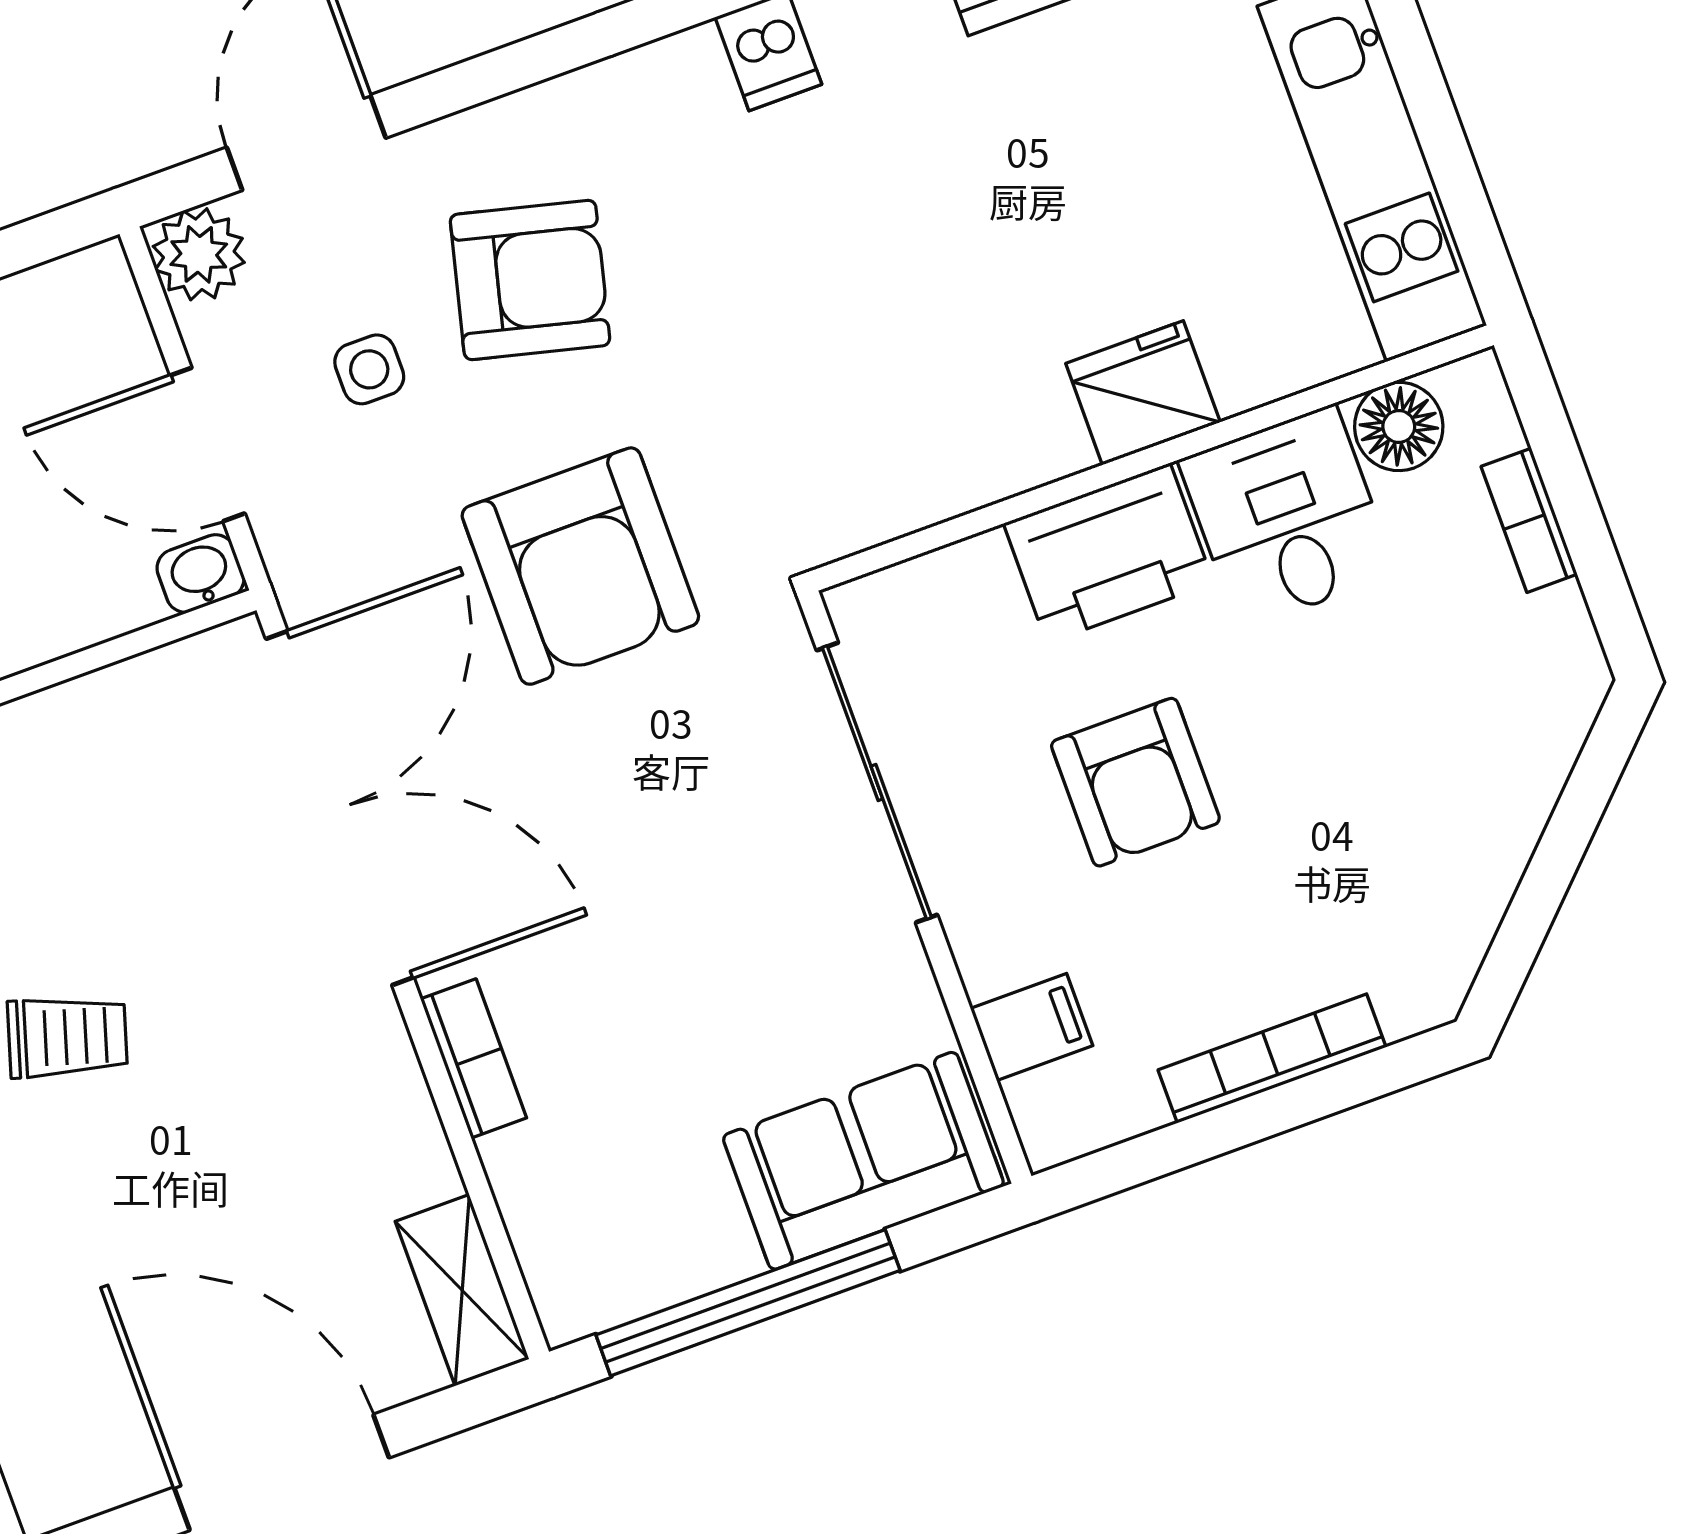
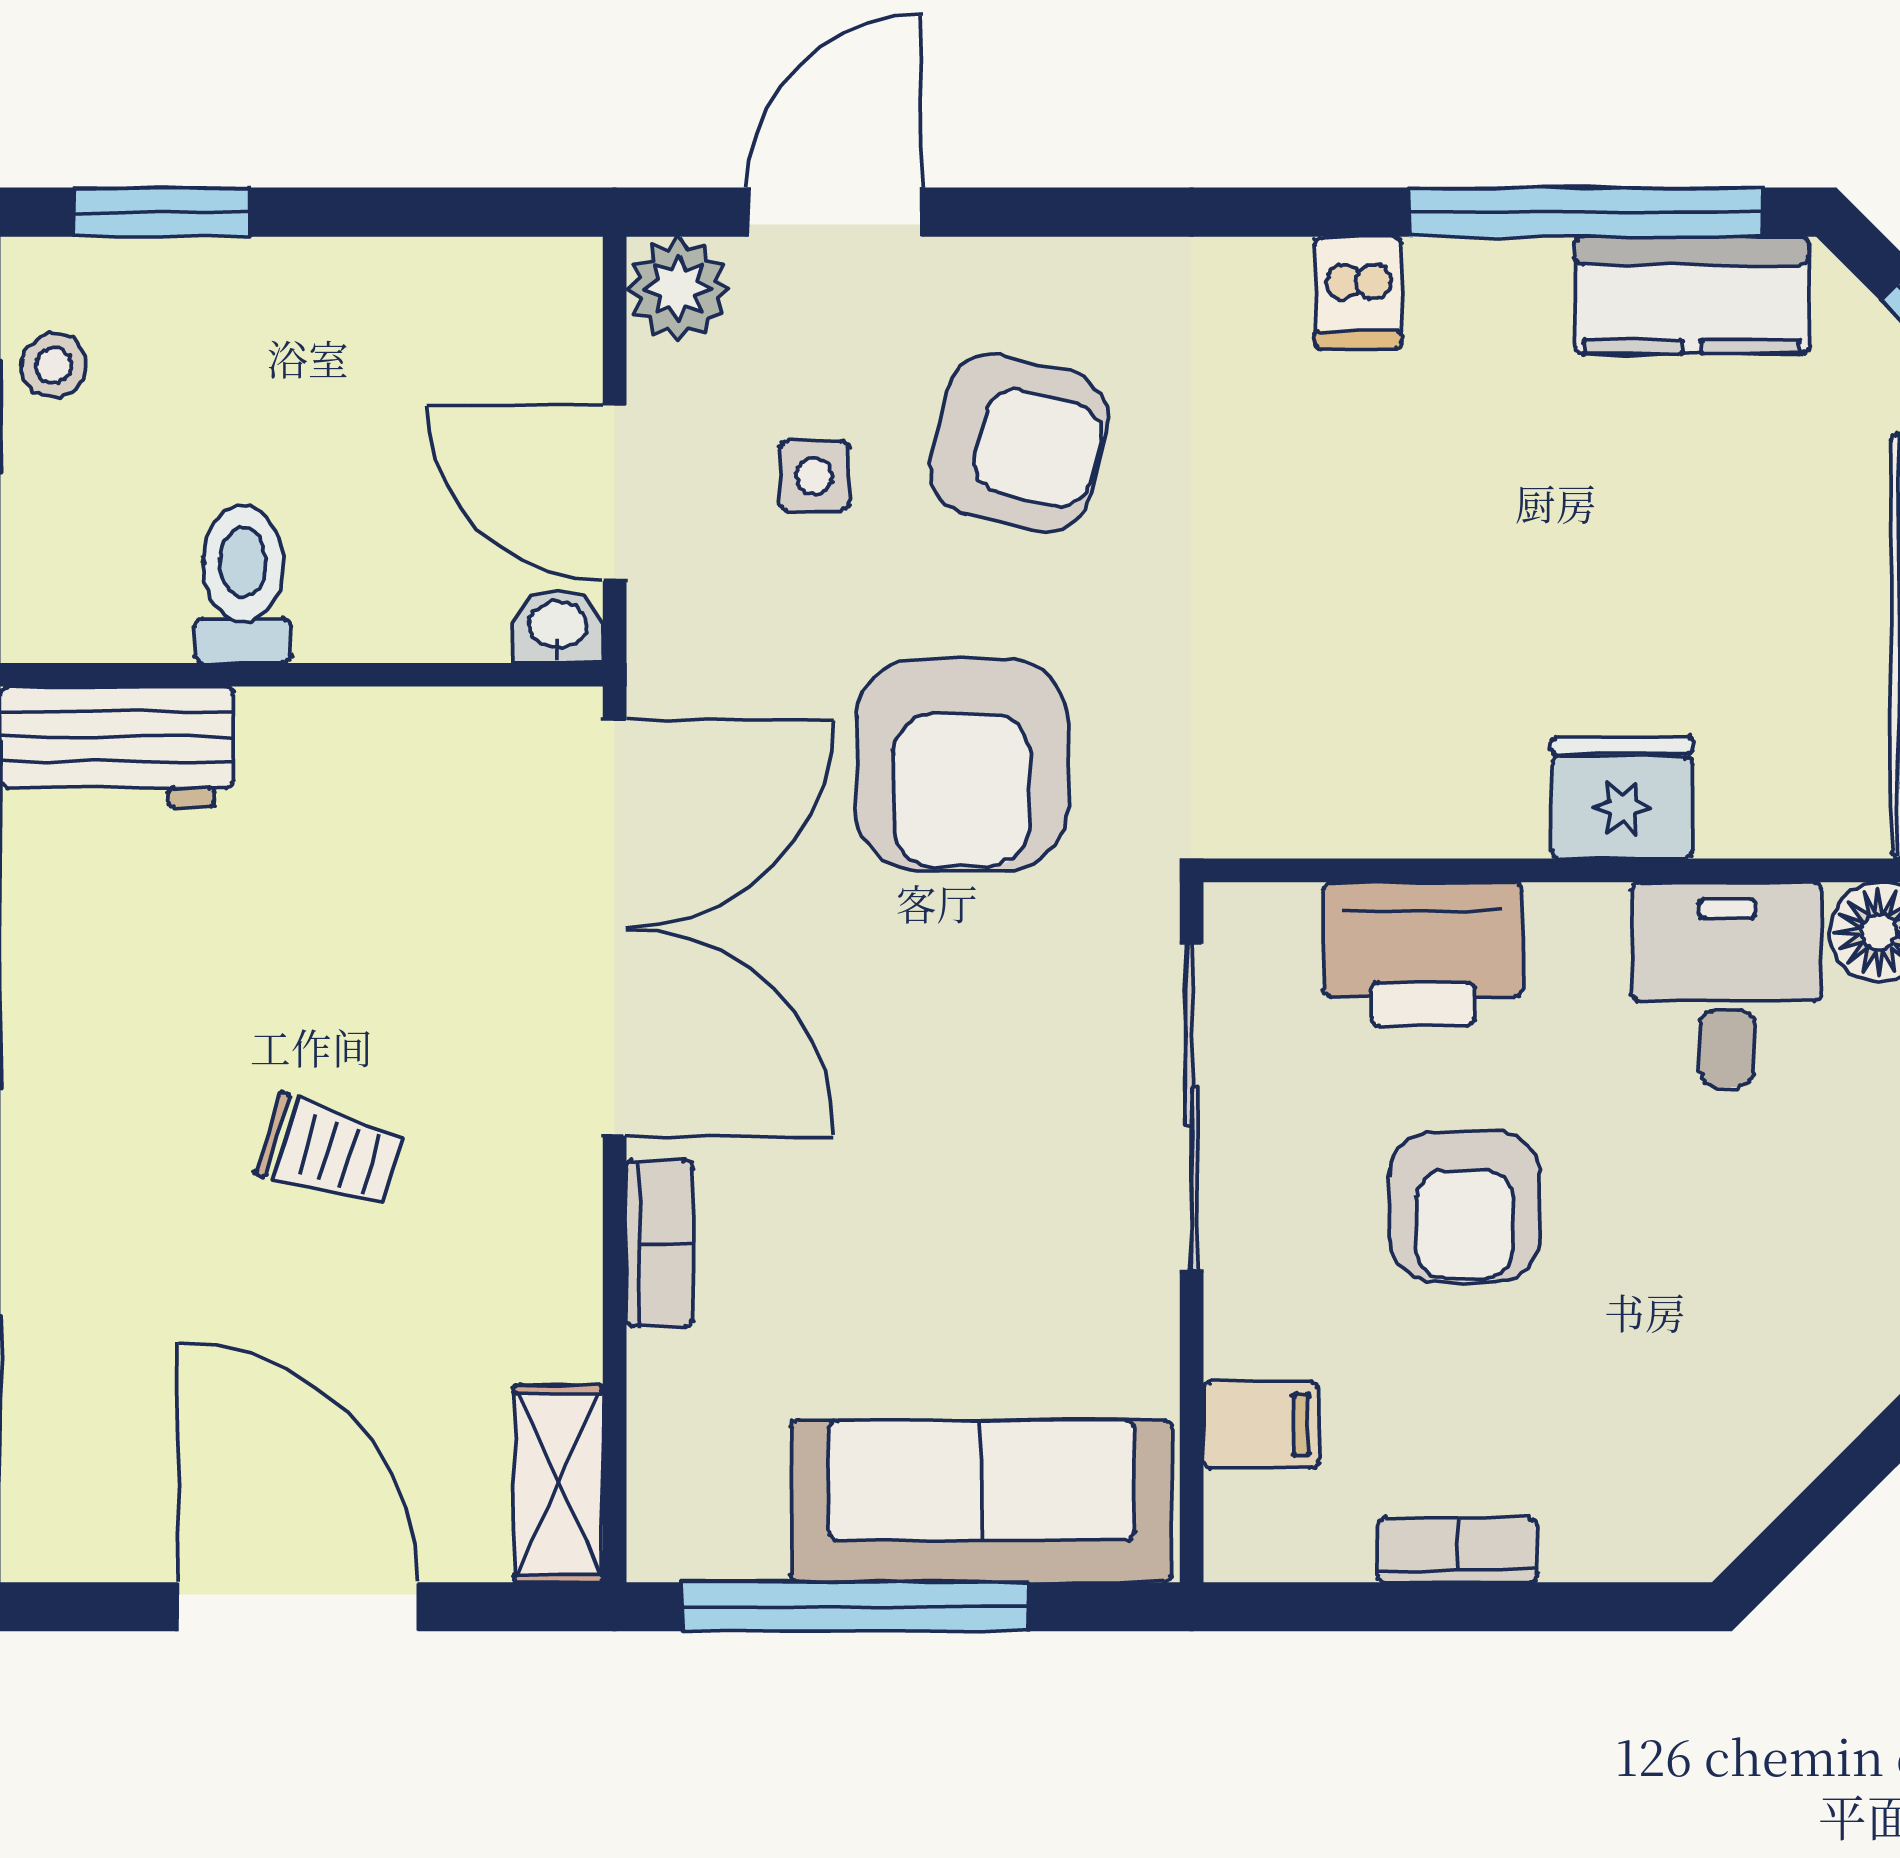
printer: (1108, 553) -> (1423, 954), moved
trolley: (67, 1037) -> (330, 1152), moved
bookcase: (1272, 1058) -> (1458, 1550), width x0.64
sofa: (863, 1161) -> (981, 1501), width x1.36

